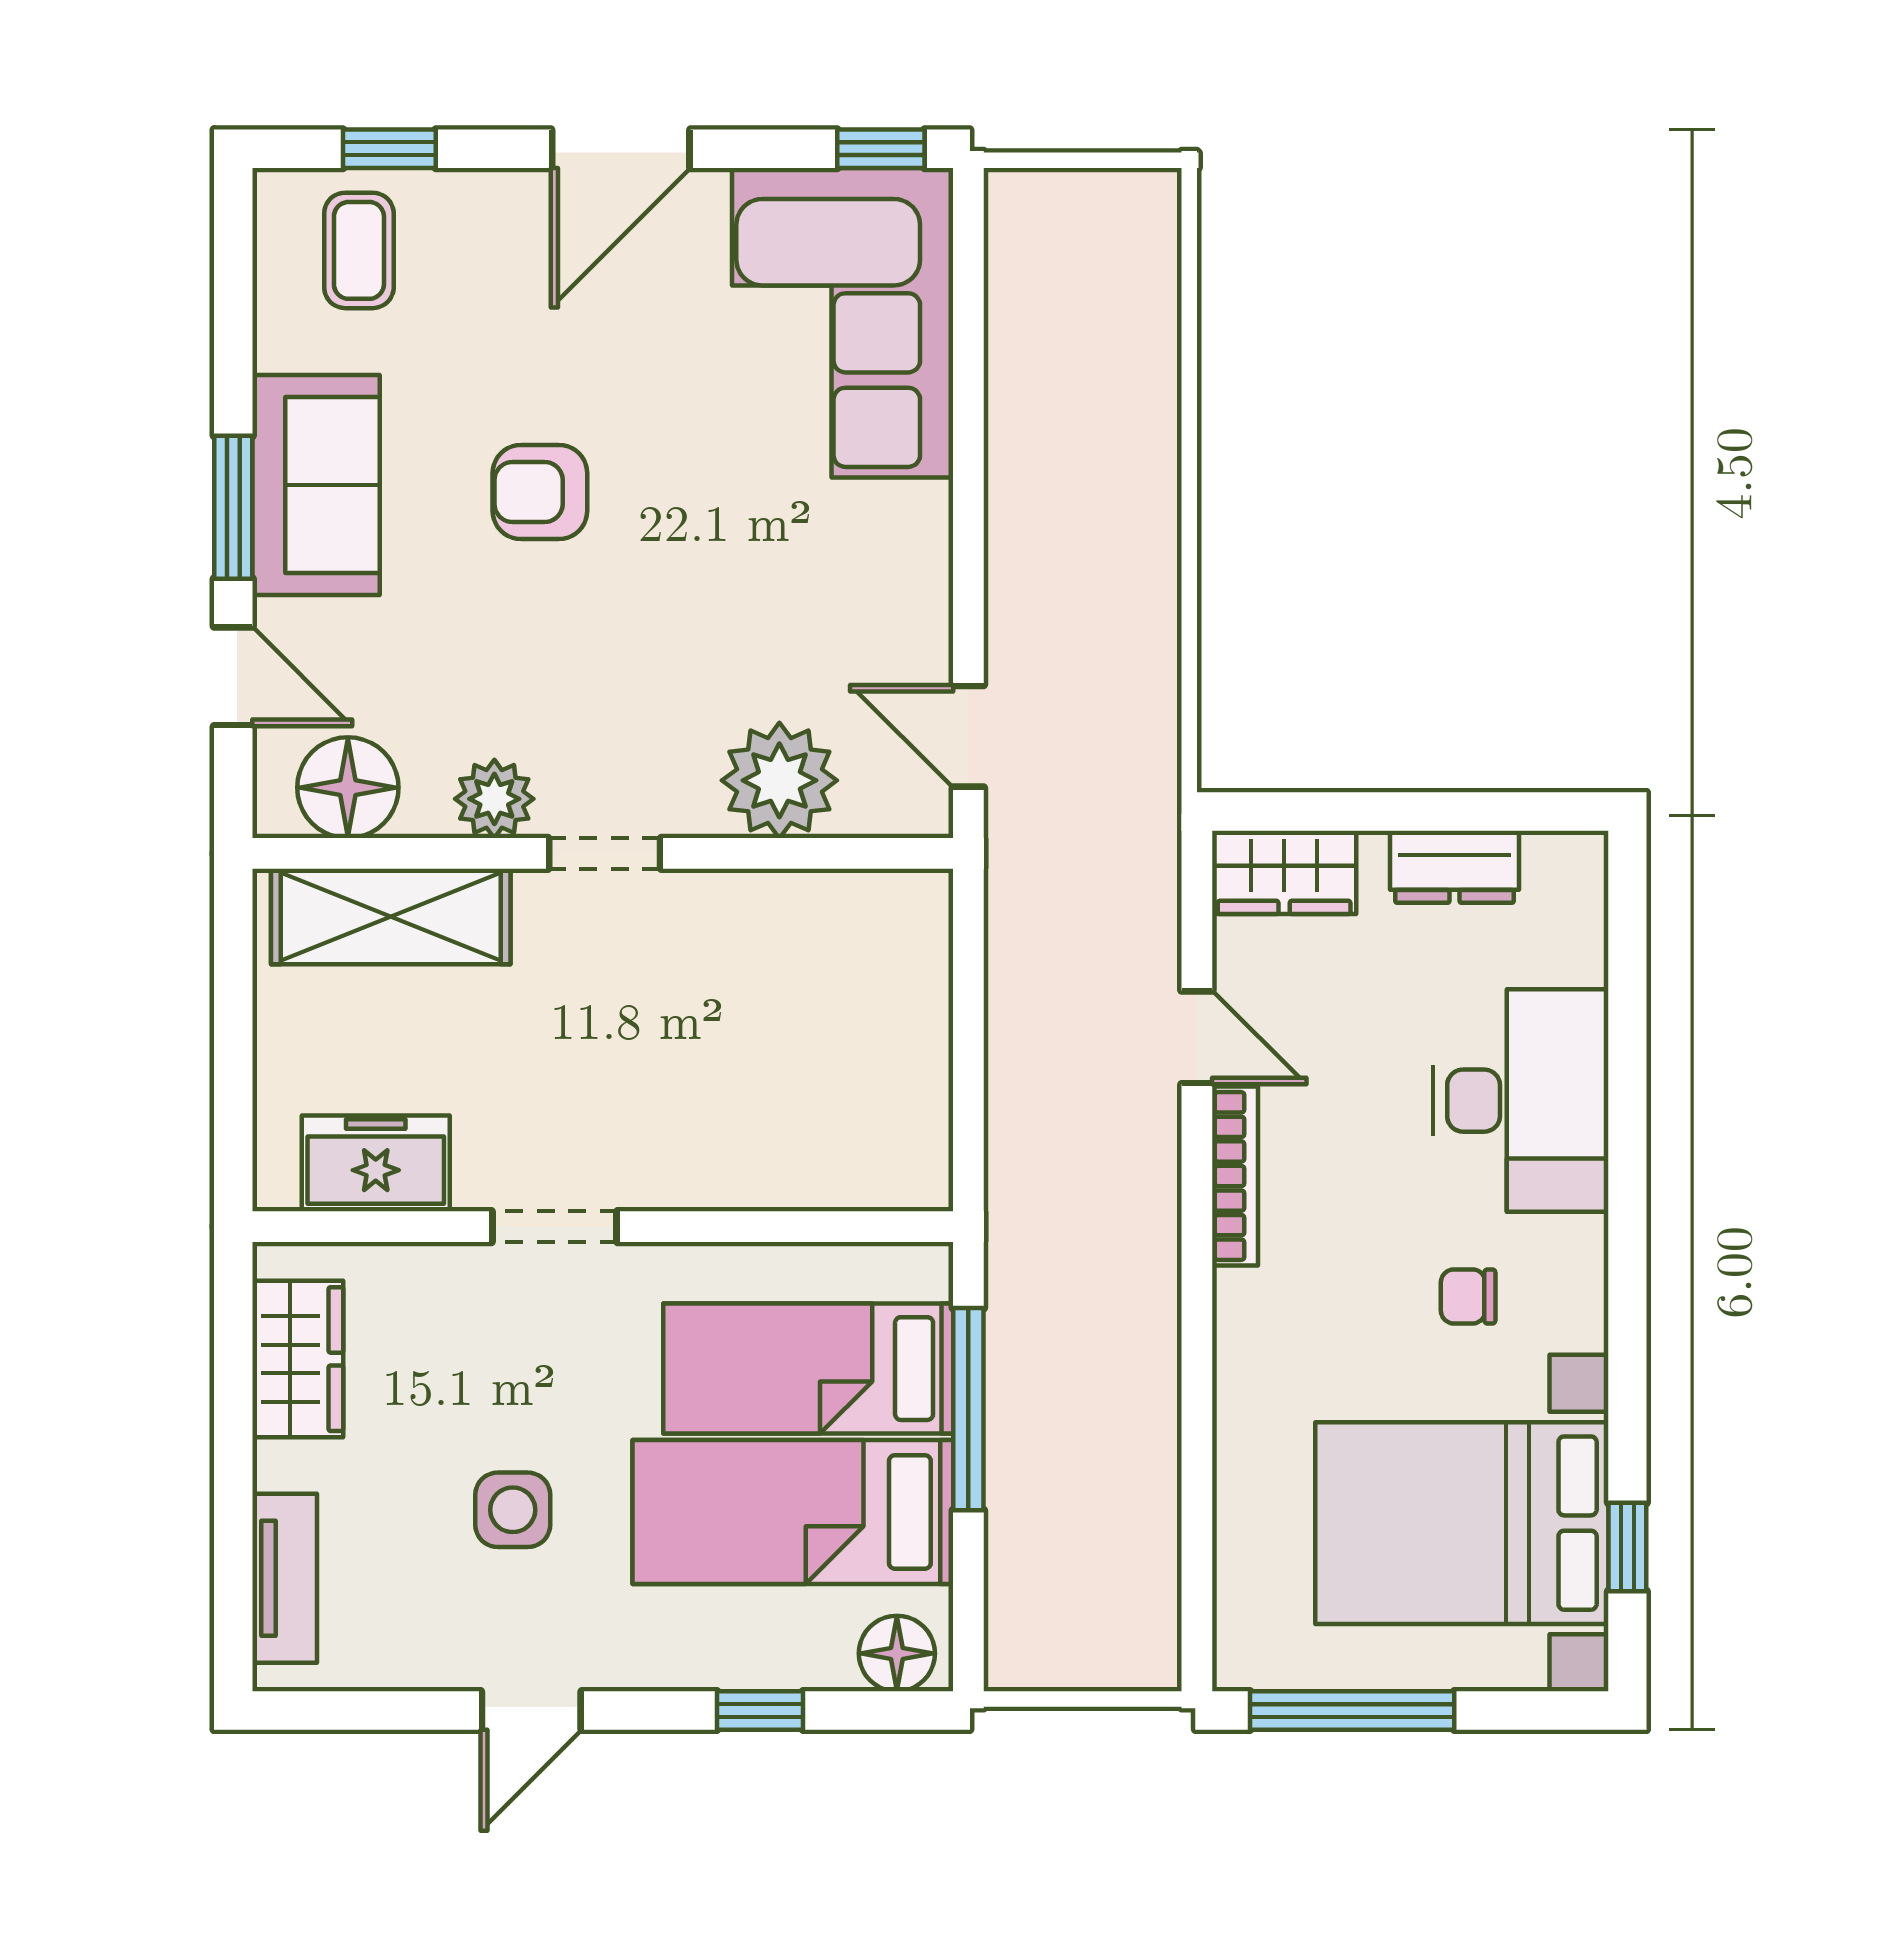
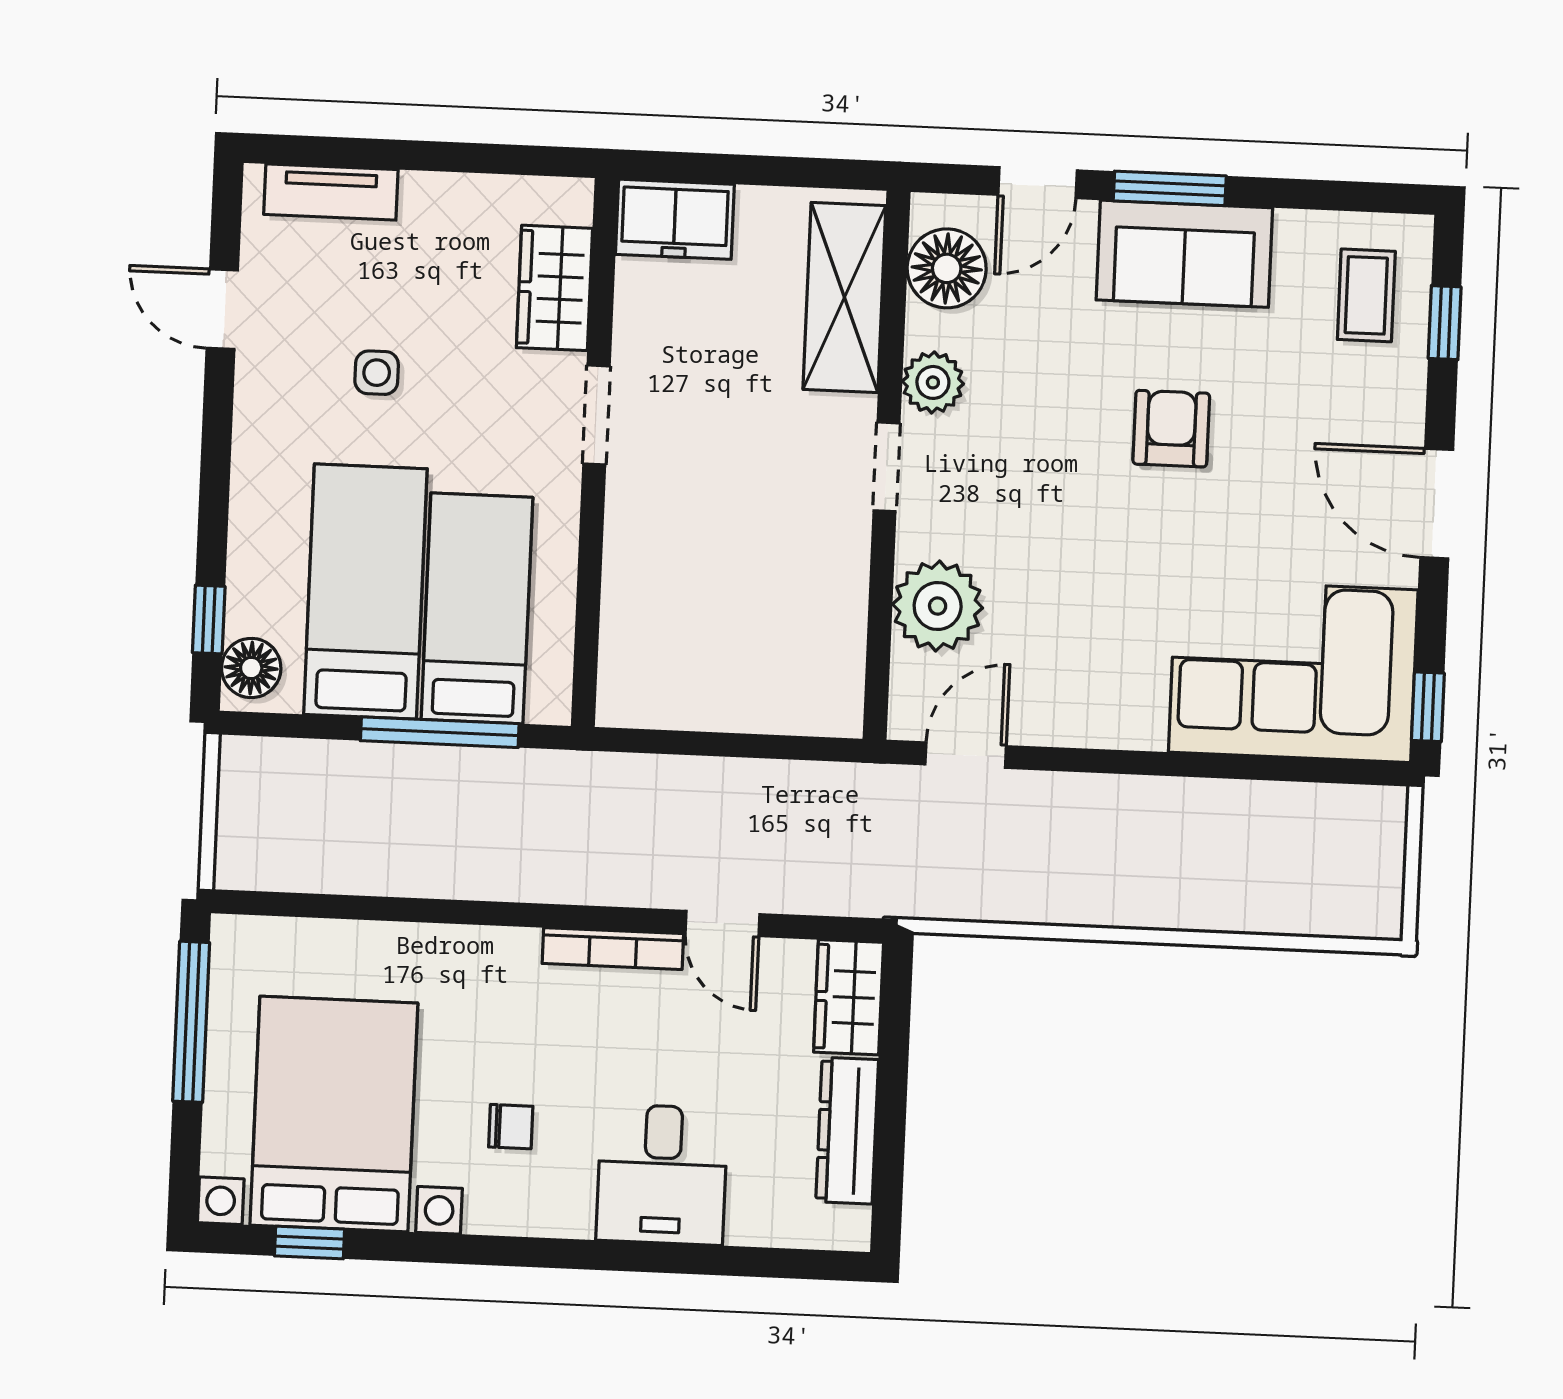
coffee table: (359, 250) -> (1366, 295), turned 90
dresser: (1454, 867) -> (847, 1131), width x1.44
door: (1197, 1037) -> (723, 924), hinge flipped
desk: (1521, 1101) -> (662, 1175), width x0.73
freezer: (376, 1163) -> (675, 219), moved, turned 90
chair: (1468, 1296) -> (511, 1127), turned 90
wardrobe: (298, 1359) -> (554, 288), moved, turned 90
side table: (513, 1510) -> (377, 373), width x0.73, depth x0.73
door: (531, 1710) -> (222, 309), moved
window: (760, 1710) -> (209, 619), moved

